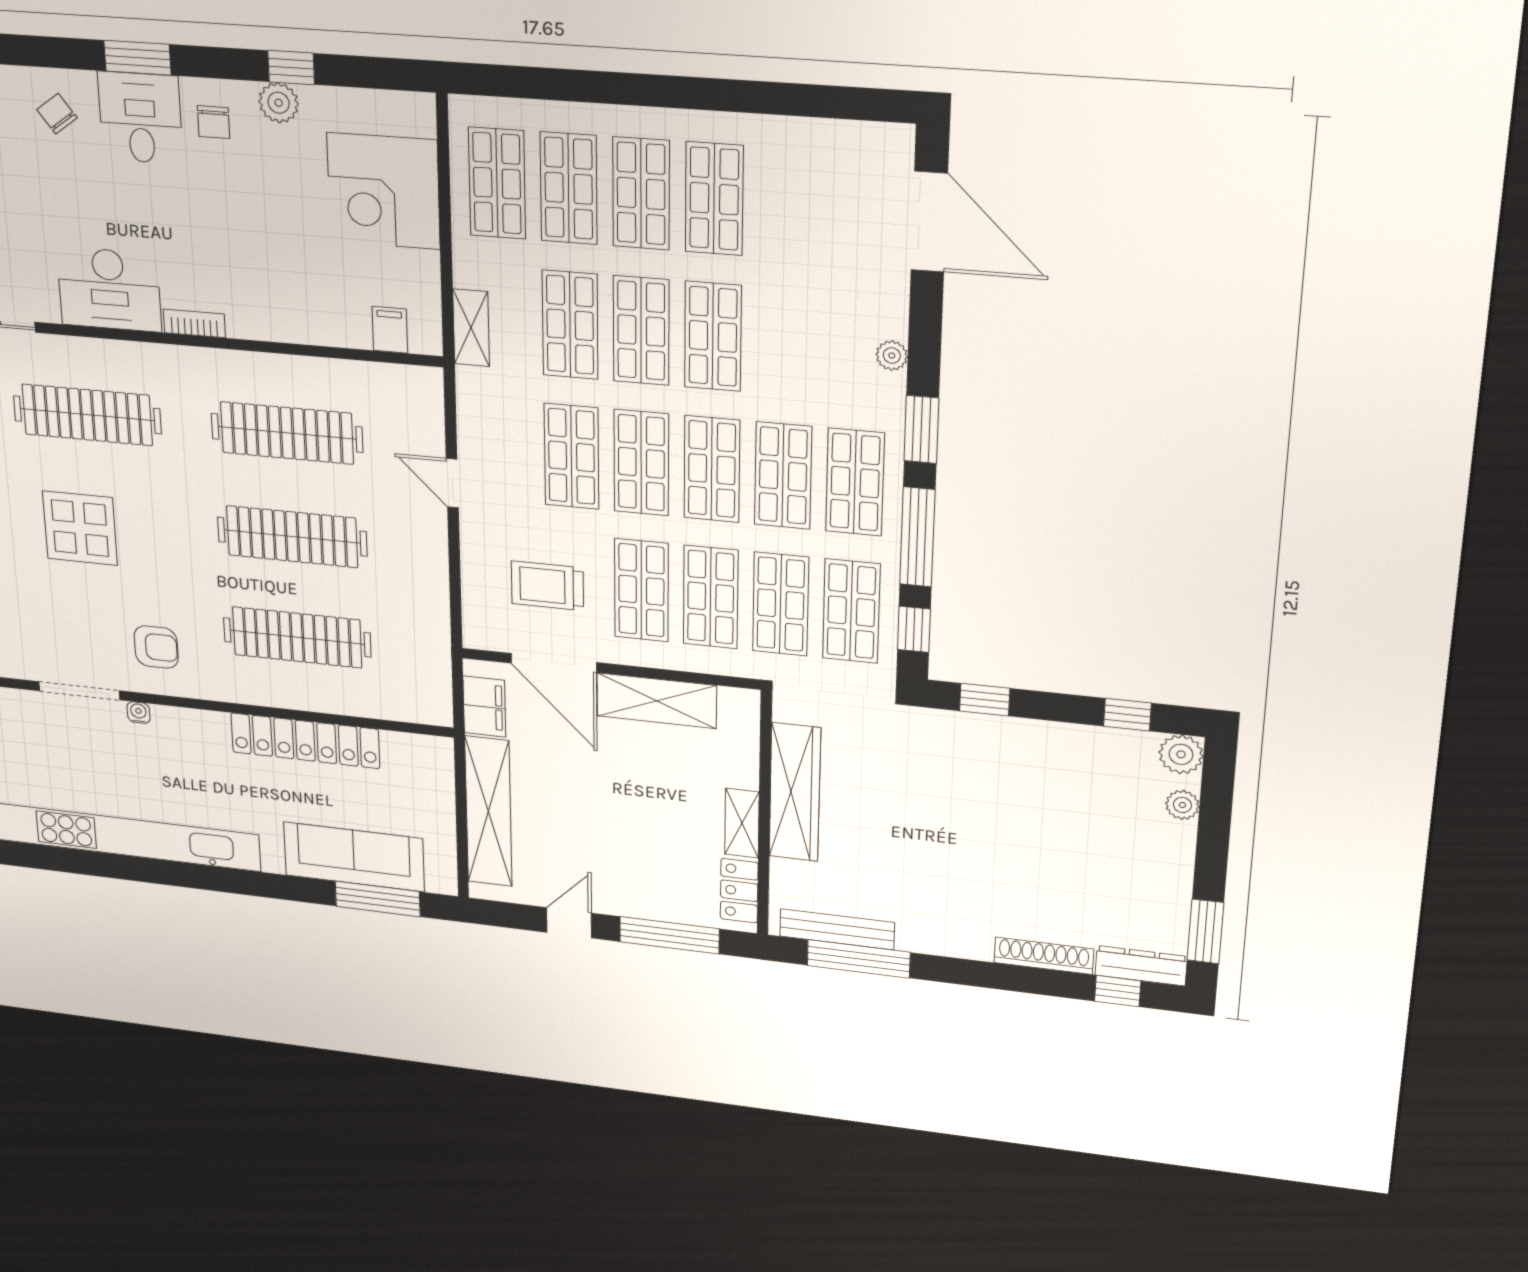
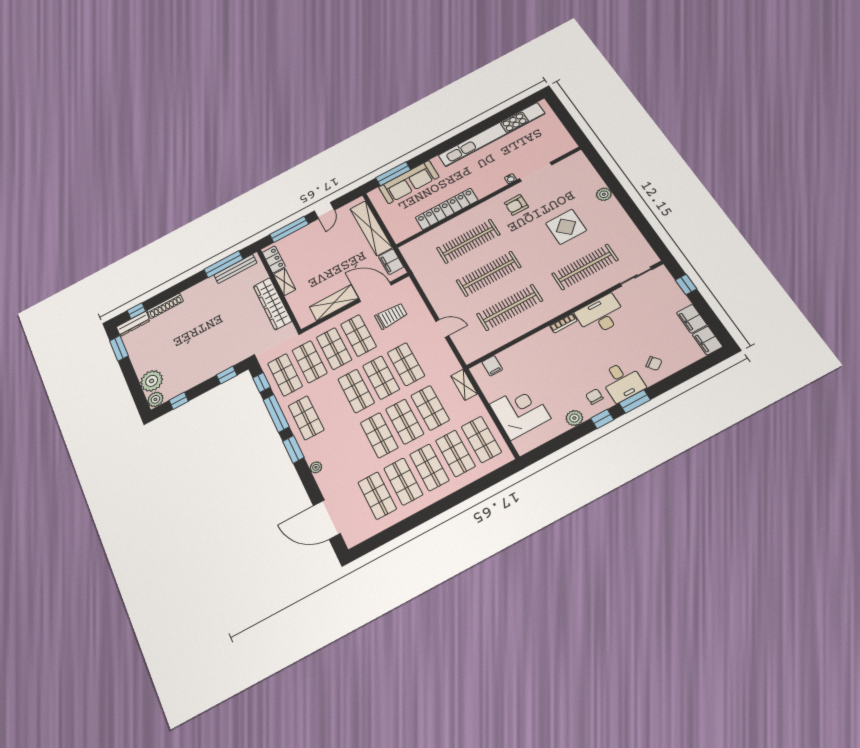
window: (291, 68) -> (602, 419), moved
shop shelf: (783, 476) -> (377, 496), moved
plant: (1182, 805) -> (152, 381), width x1.88, depth x1.88

